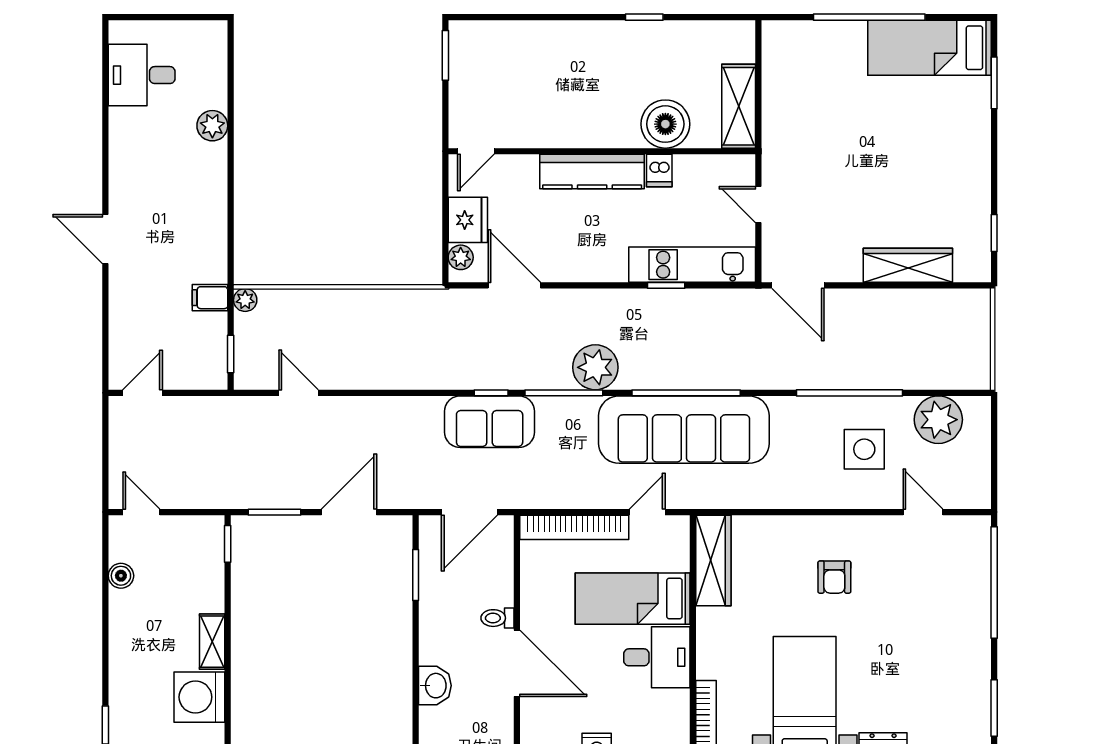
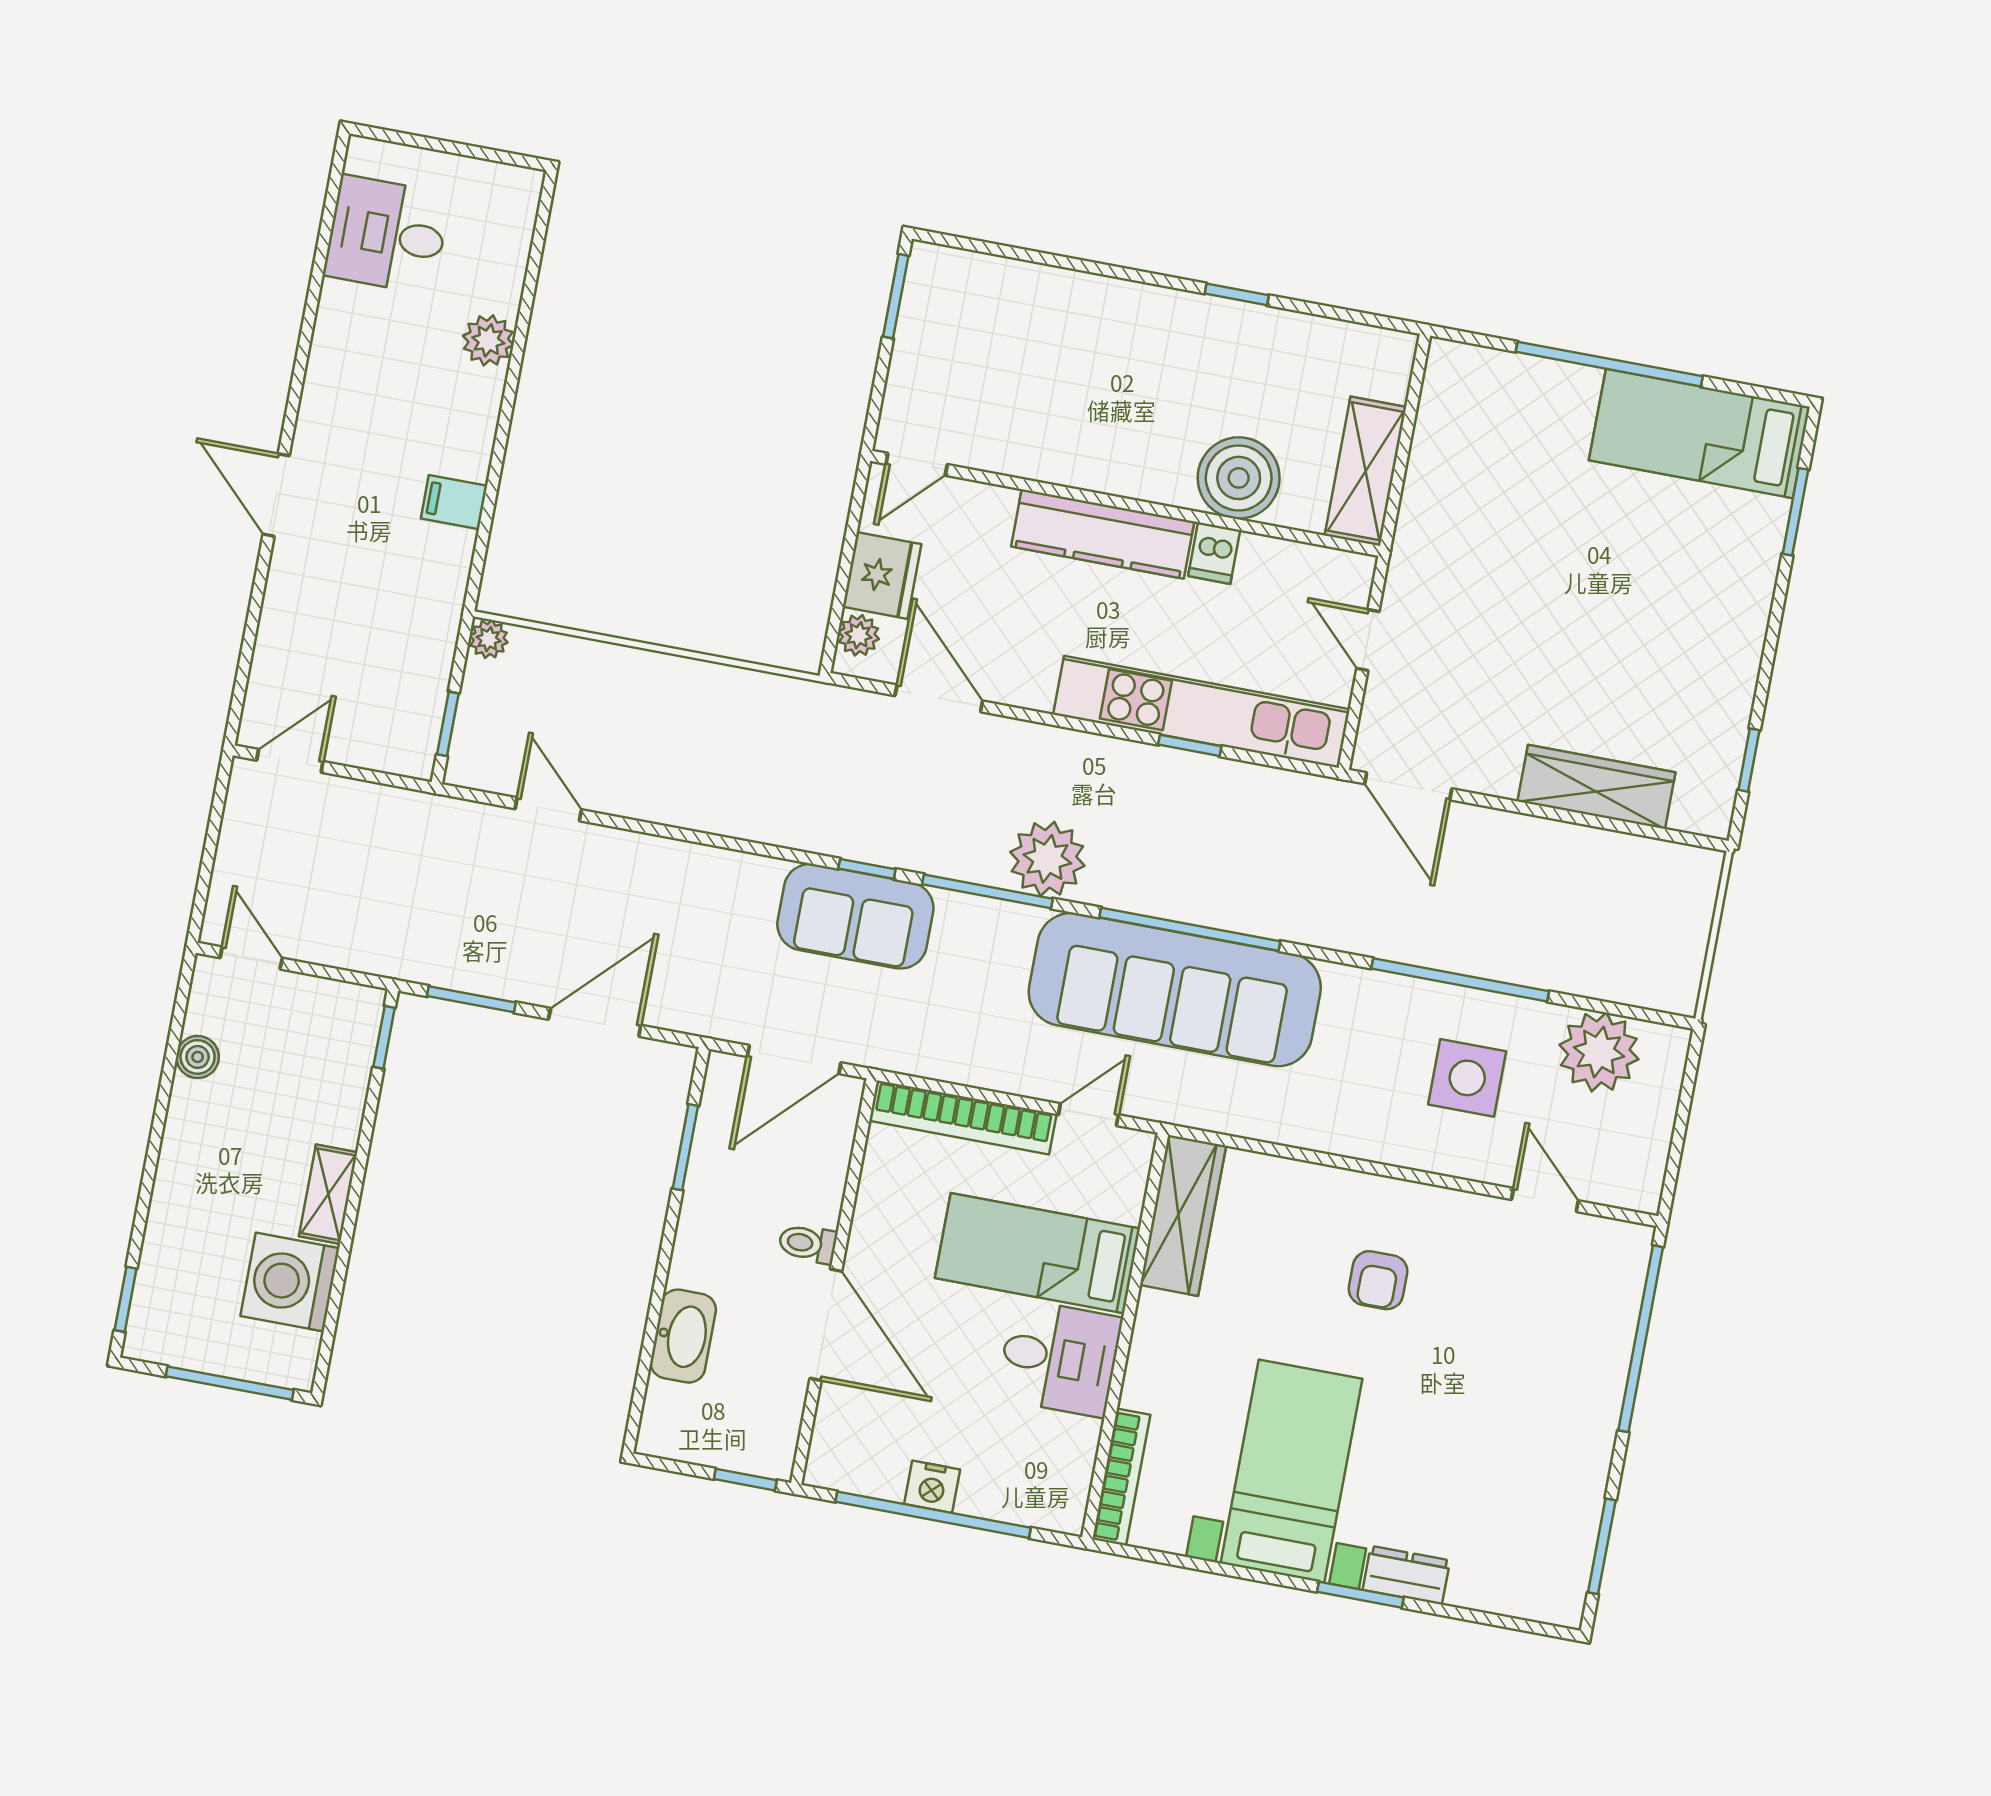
kitchen unit: (692, 265) -> (1201, 712), width x1.36
filing cabinet: (210, 298) -> (454, 502), moved
washbasin: (435, 686) -> (683, 1336), width x1.38

